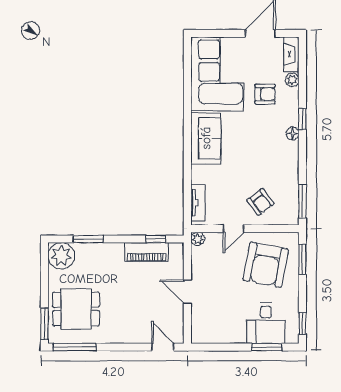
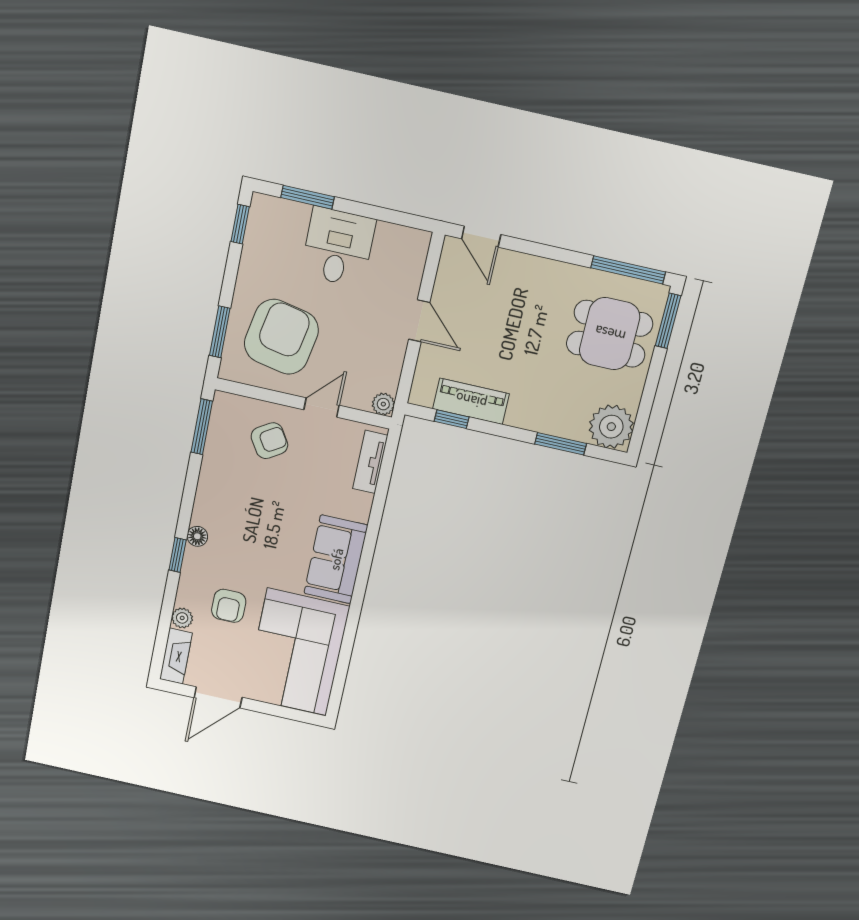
armchair: (265, 94) -> (229, 606), turned -90
armchair: (260, 202) -> (269, 441), turned 95
desk: (266, 323) -> (338, 247), moved

